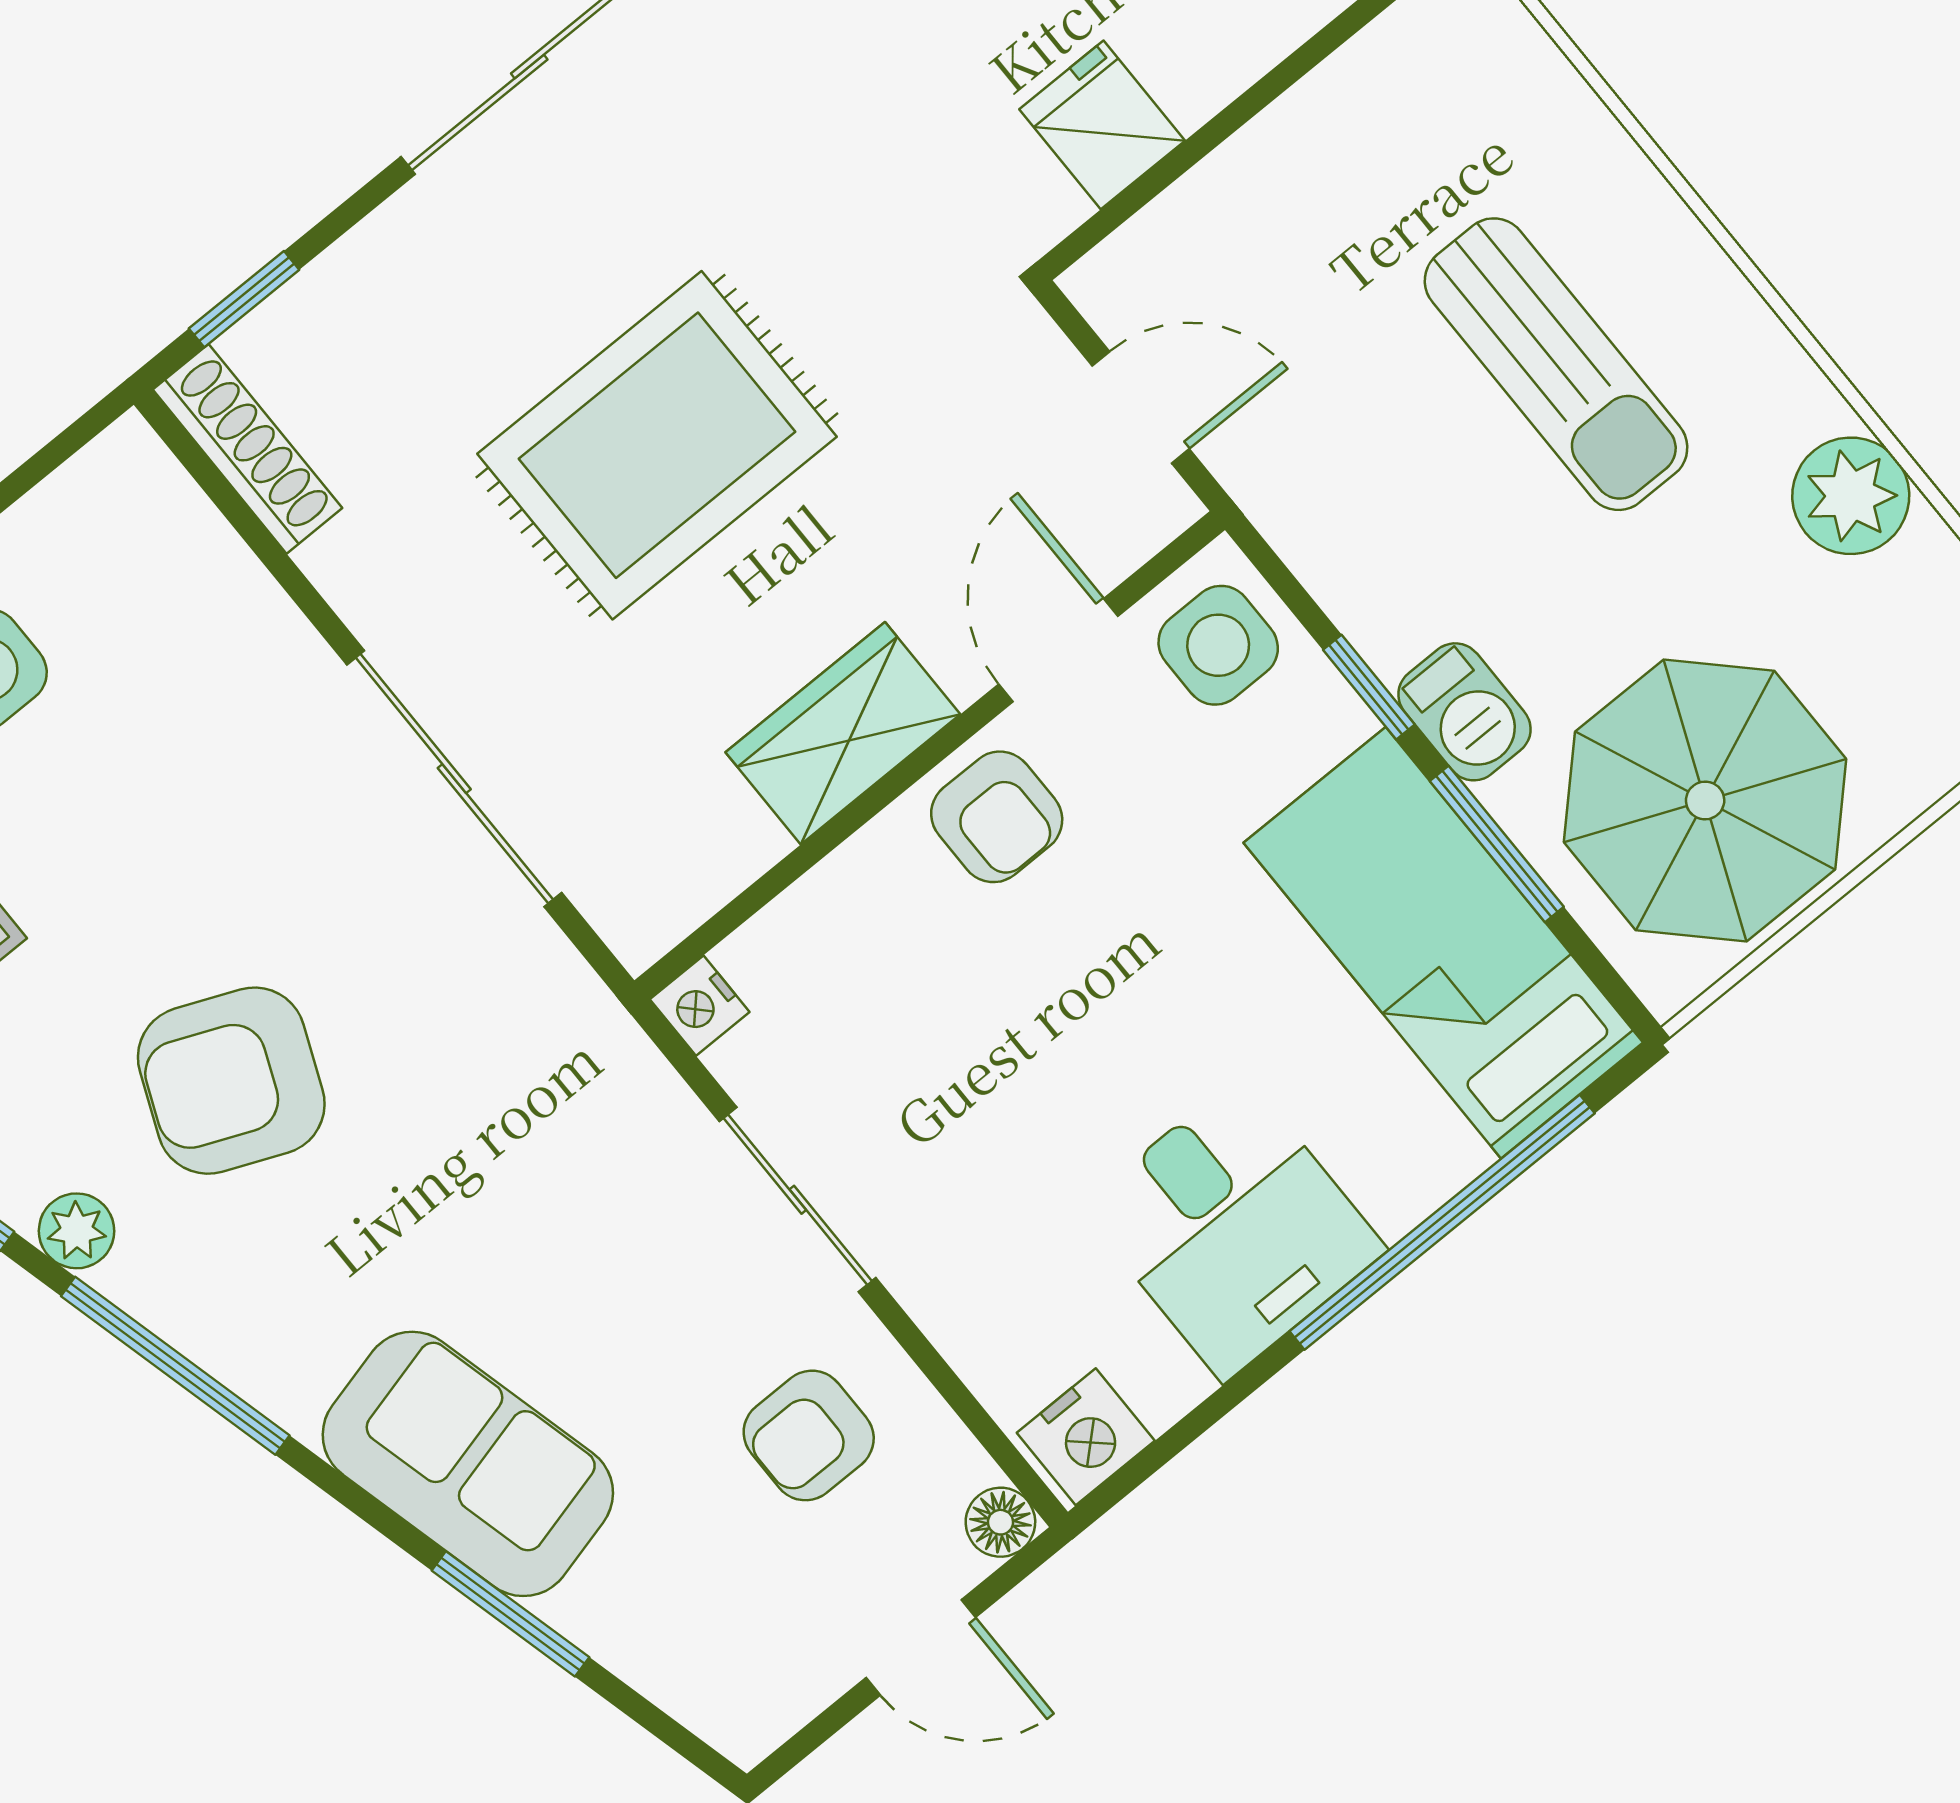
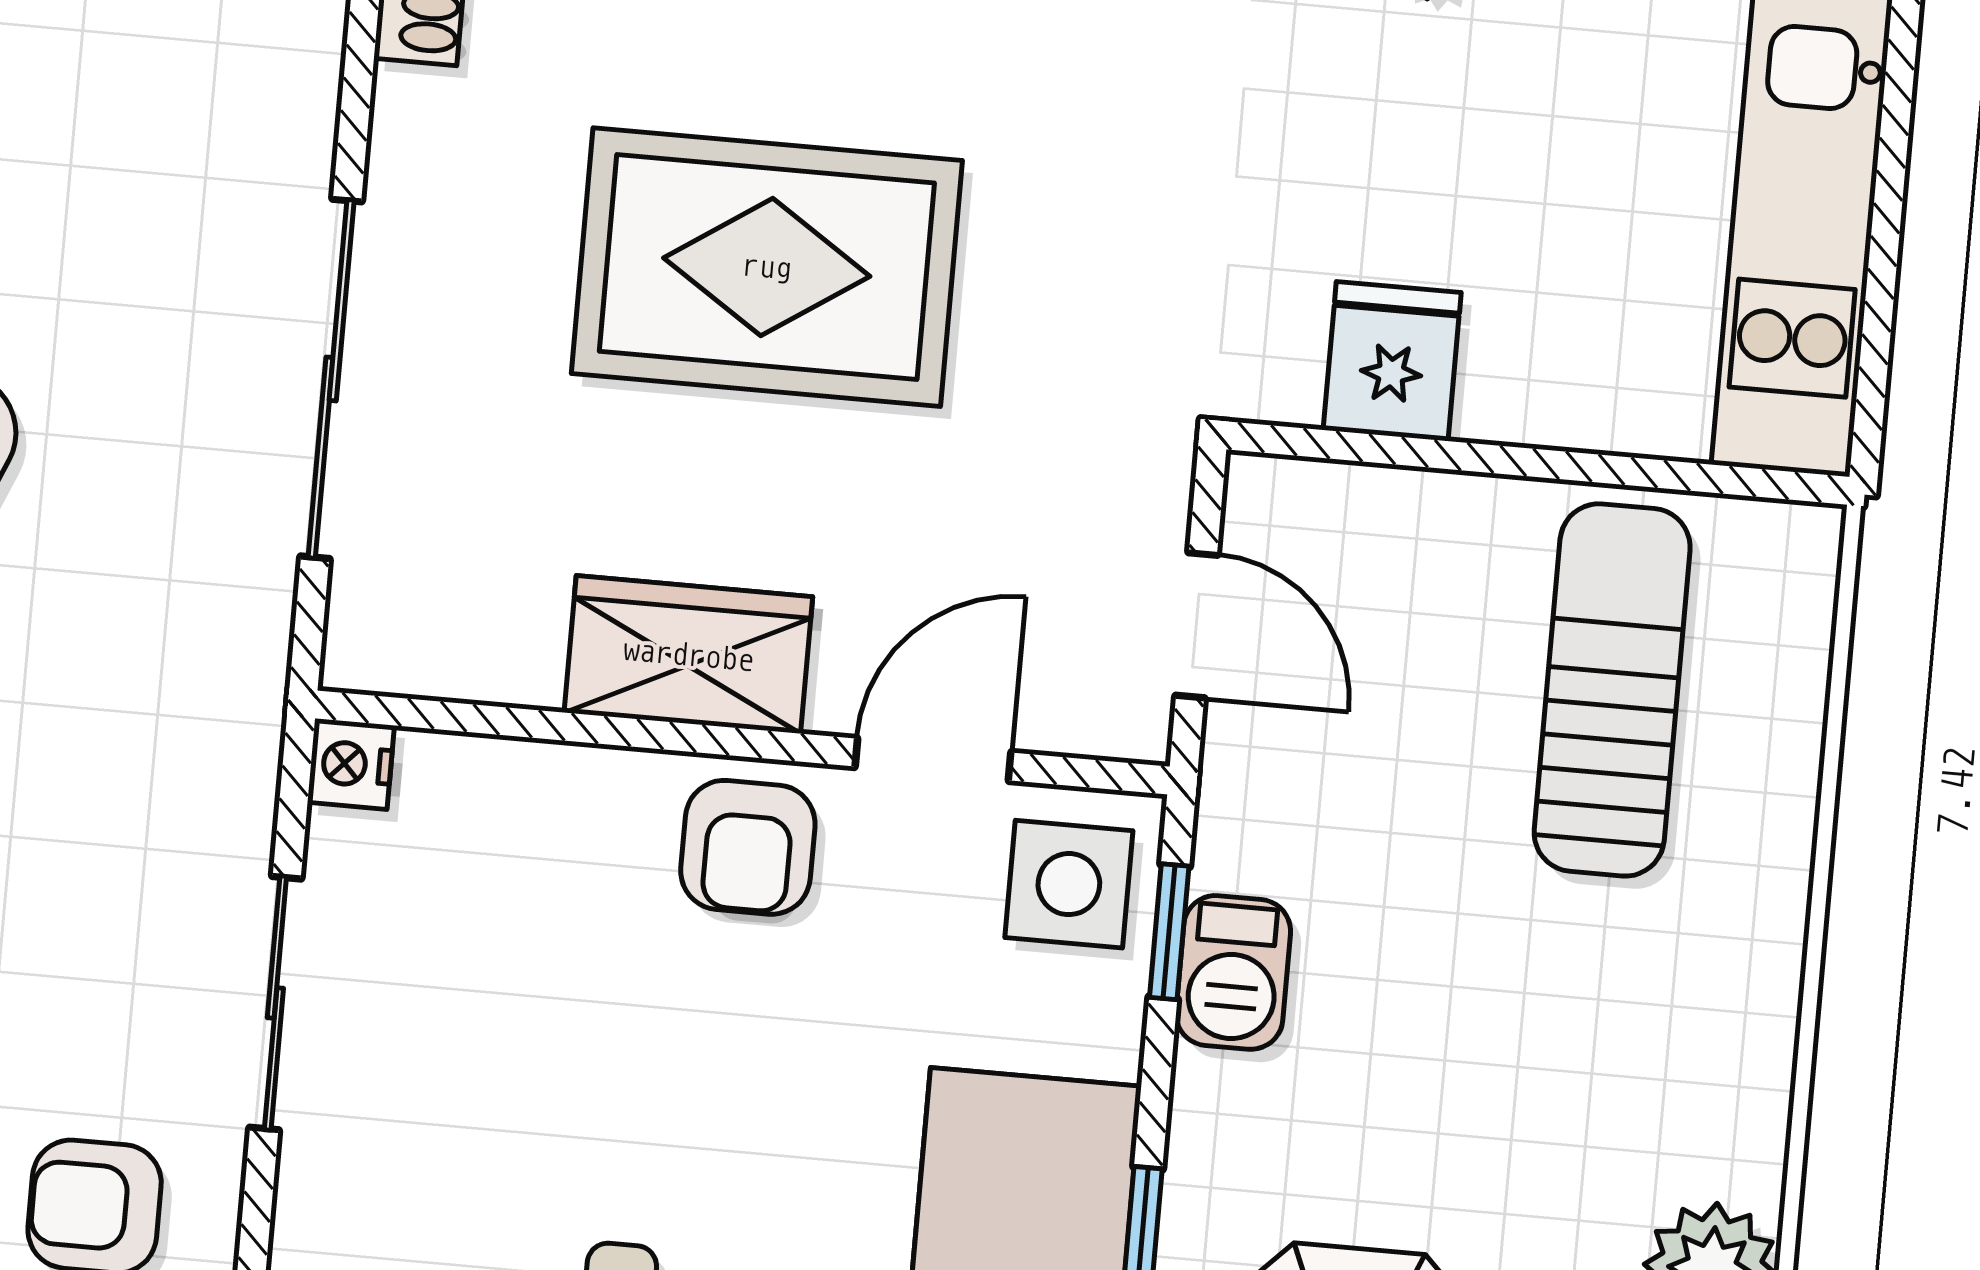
sun lounger: (1556, 364) -> (1612, 690), moved, turned 180
window: (1369, 687) -> (1169, 932), moved
barbecue: (1465, 712) -> (1233, 972), moved

